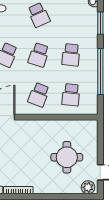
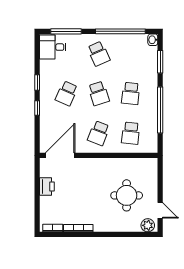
school desk: (39, 55) -> (99, 93), turned -36

